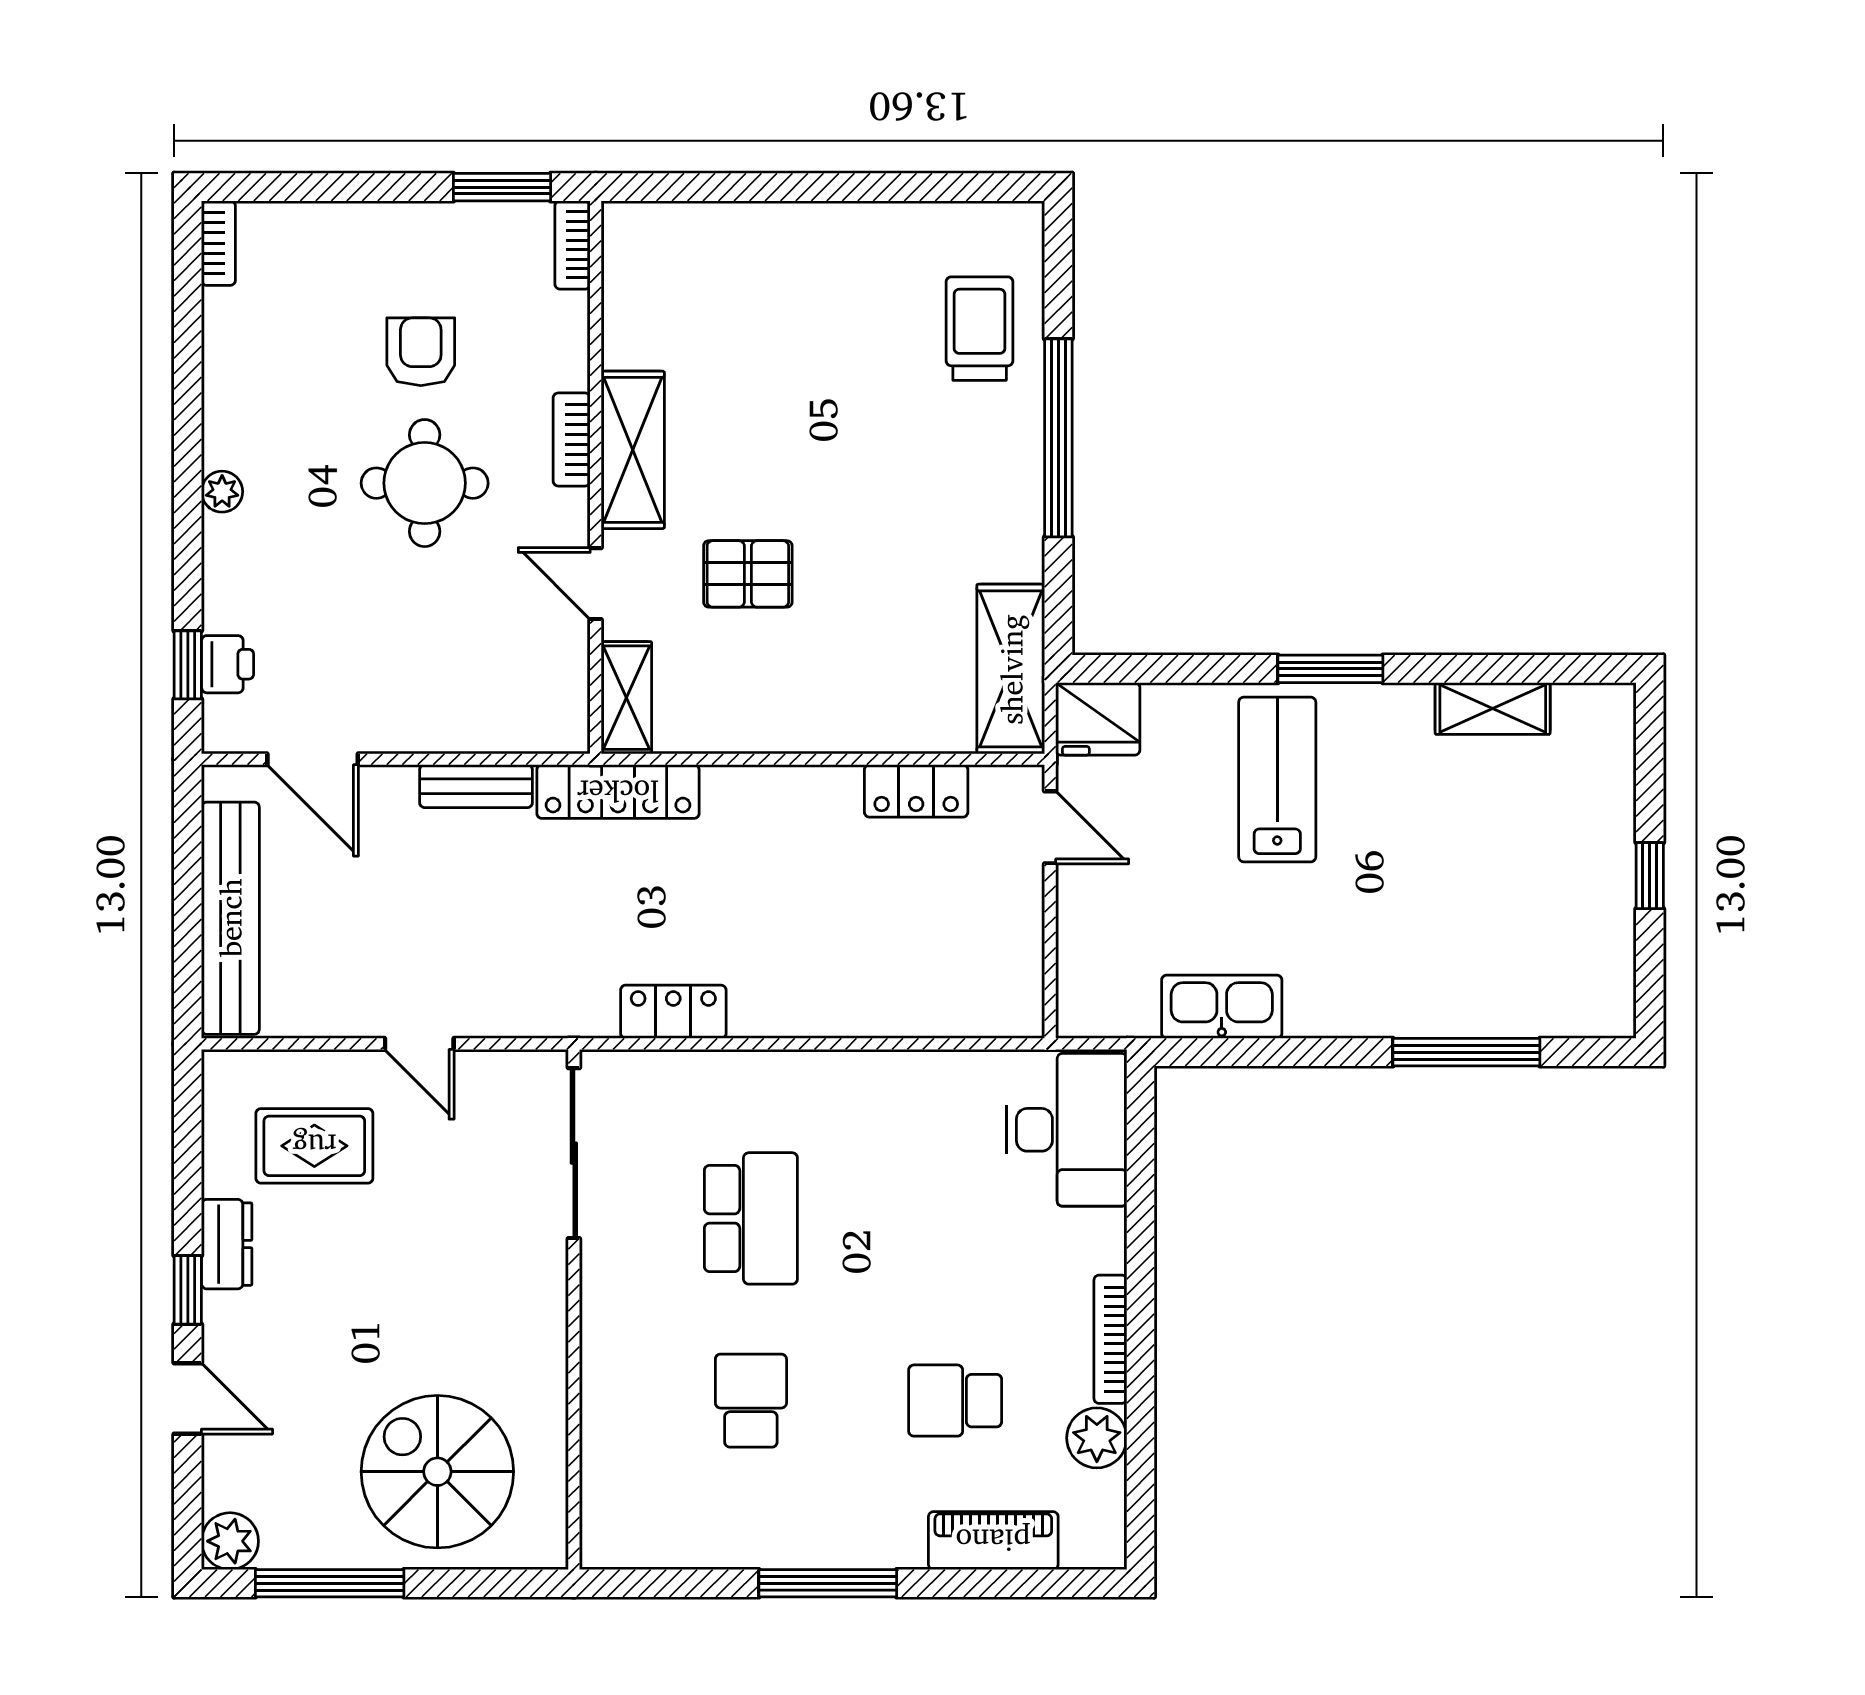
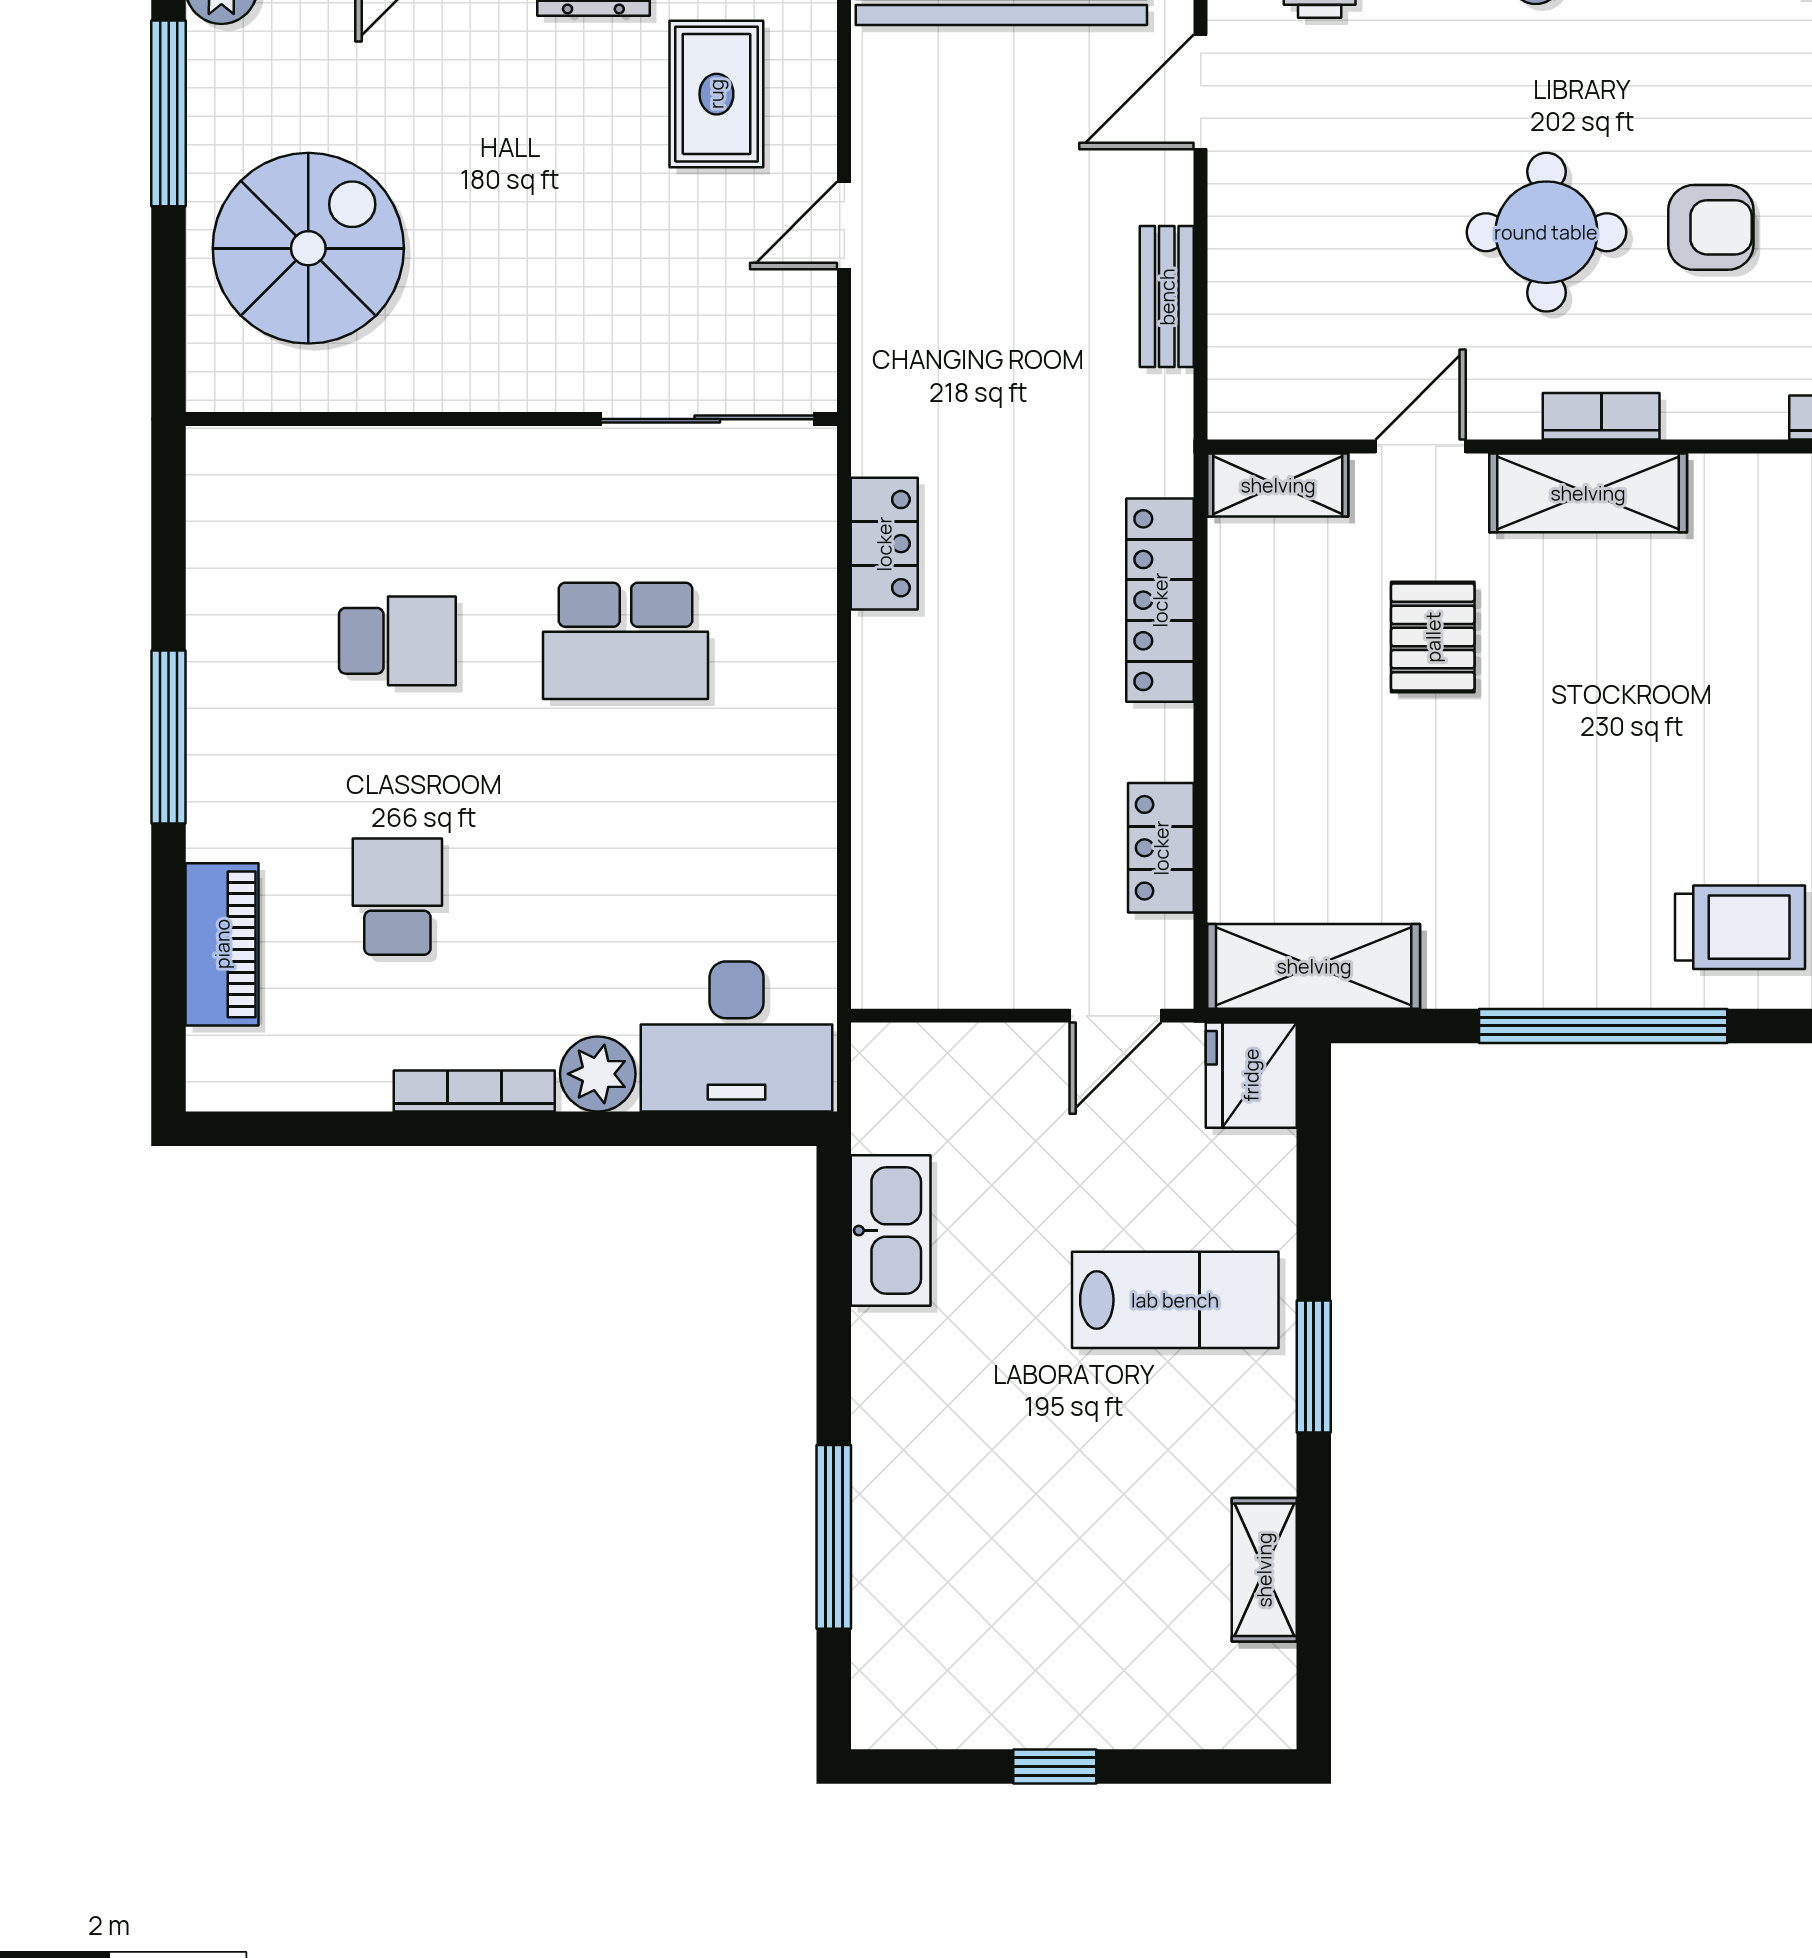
locker: (618, 792) -> (1160, 600), moved
plant: (1097, 1438) -> (598, 1074), moved

